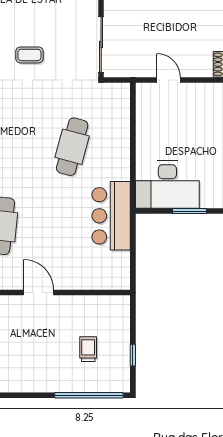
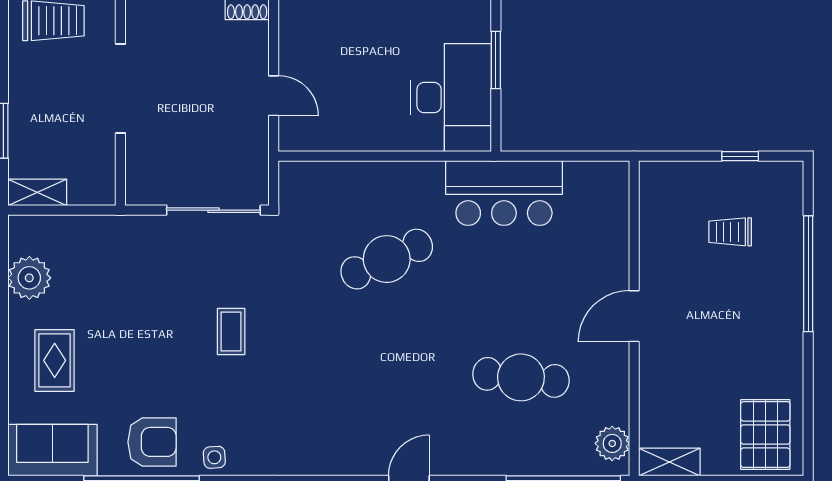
door: (168, 80) -> (274, 96), swing flipped
cafe table: (72, 147) -> (387, 259), turned -39
window: (89, 395) -> (808, 274), moved

